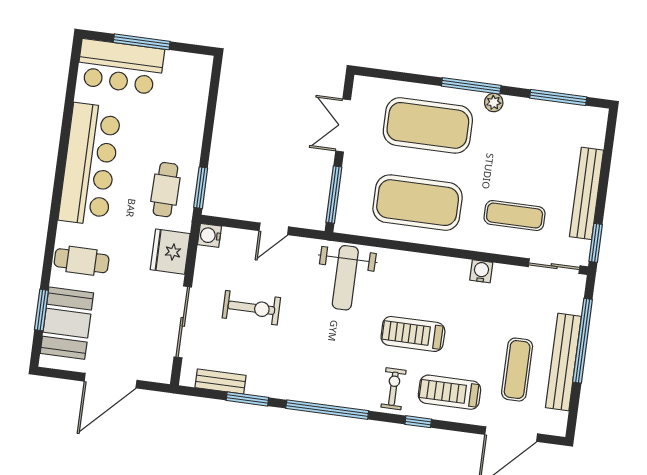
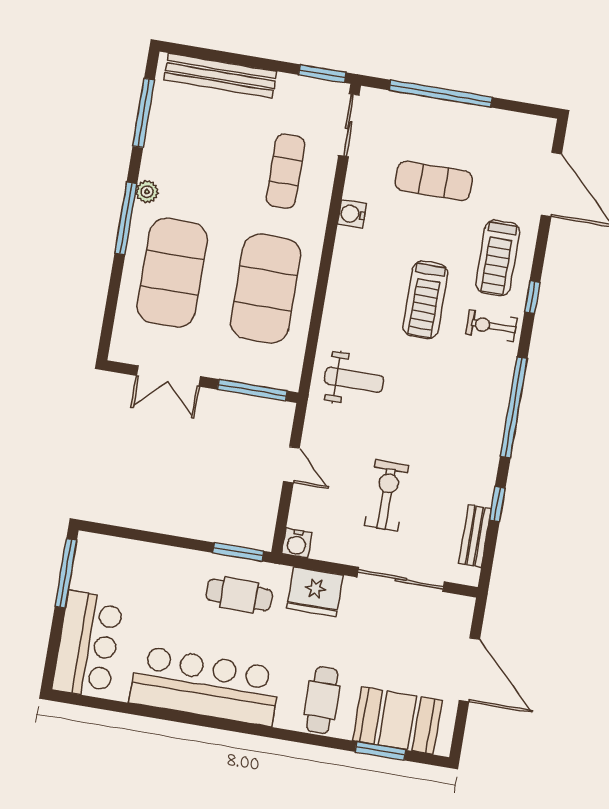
window: (142, 42) -> (66, 573), moved
bench: (587, 193) -> (220, 76), moved
weight bench: (345, 278) -> (354, 380), width x0.73, depth x0.75
bench: (563, 362) -> (466, 118), removed
exercise mat: (517, 370) -> (434, 181), moved
window: (247, 399) -> (497, 504), width x0.67

